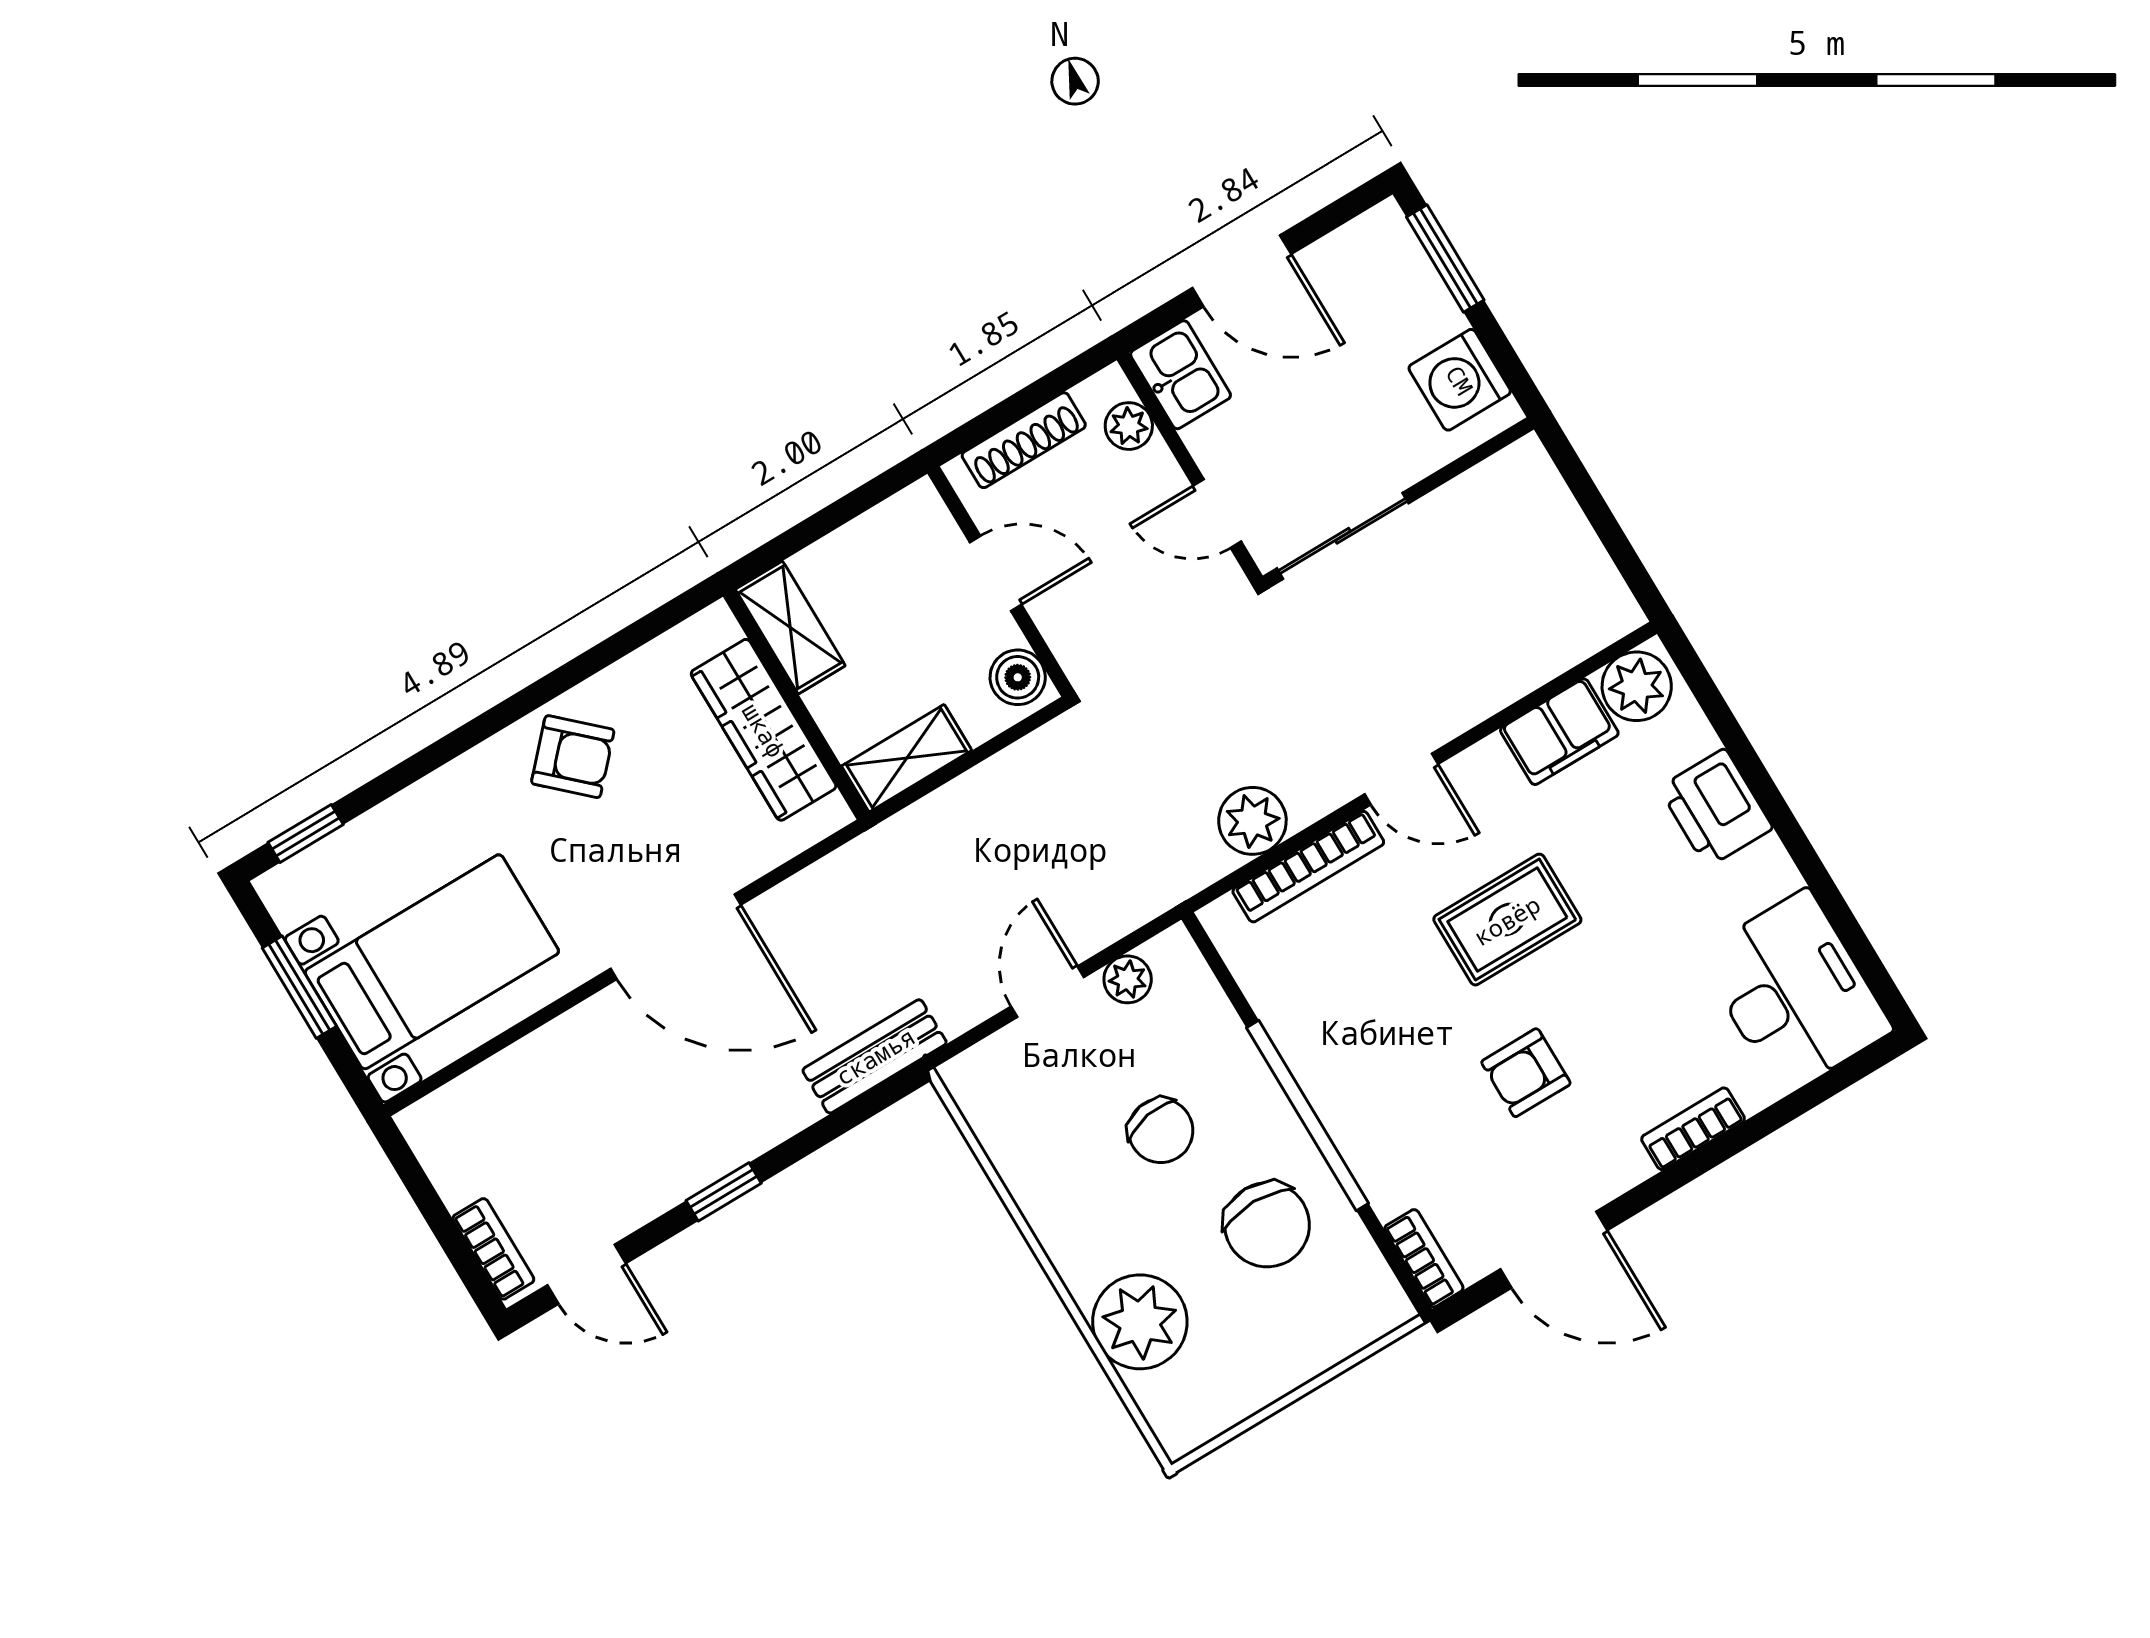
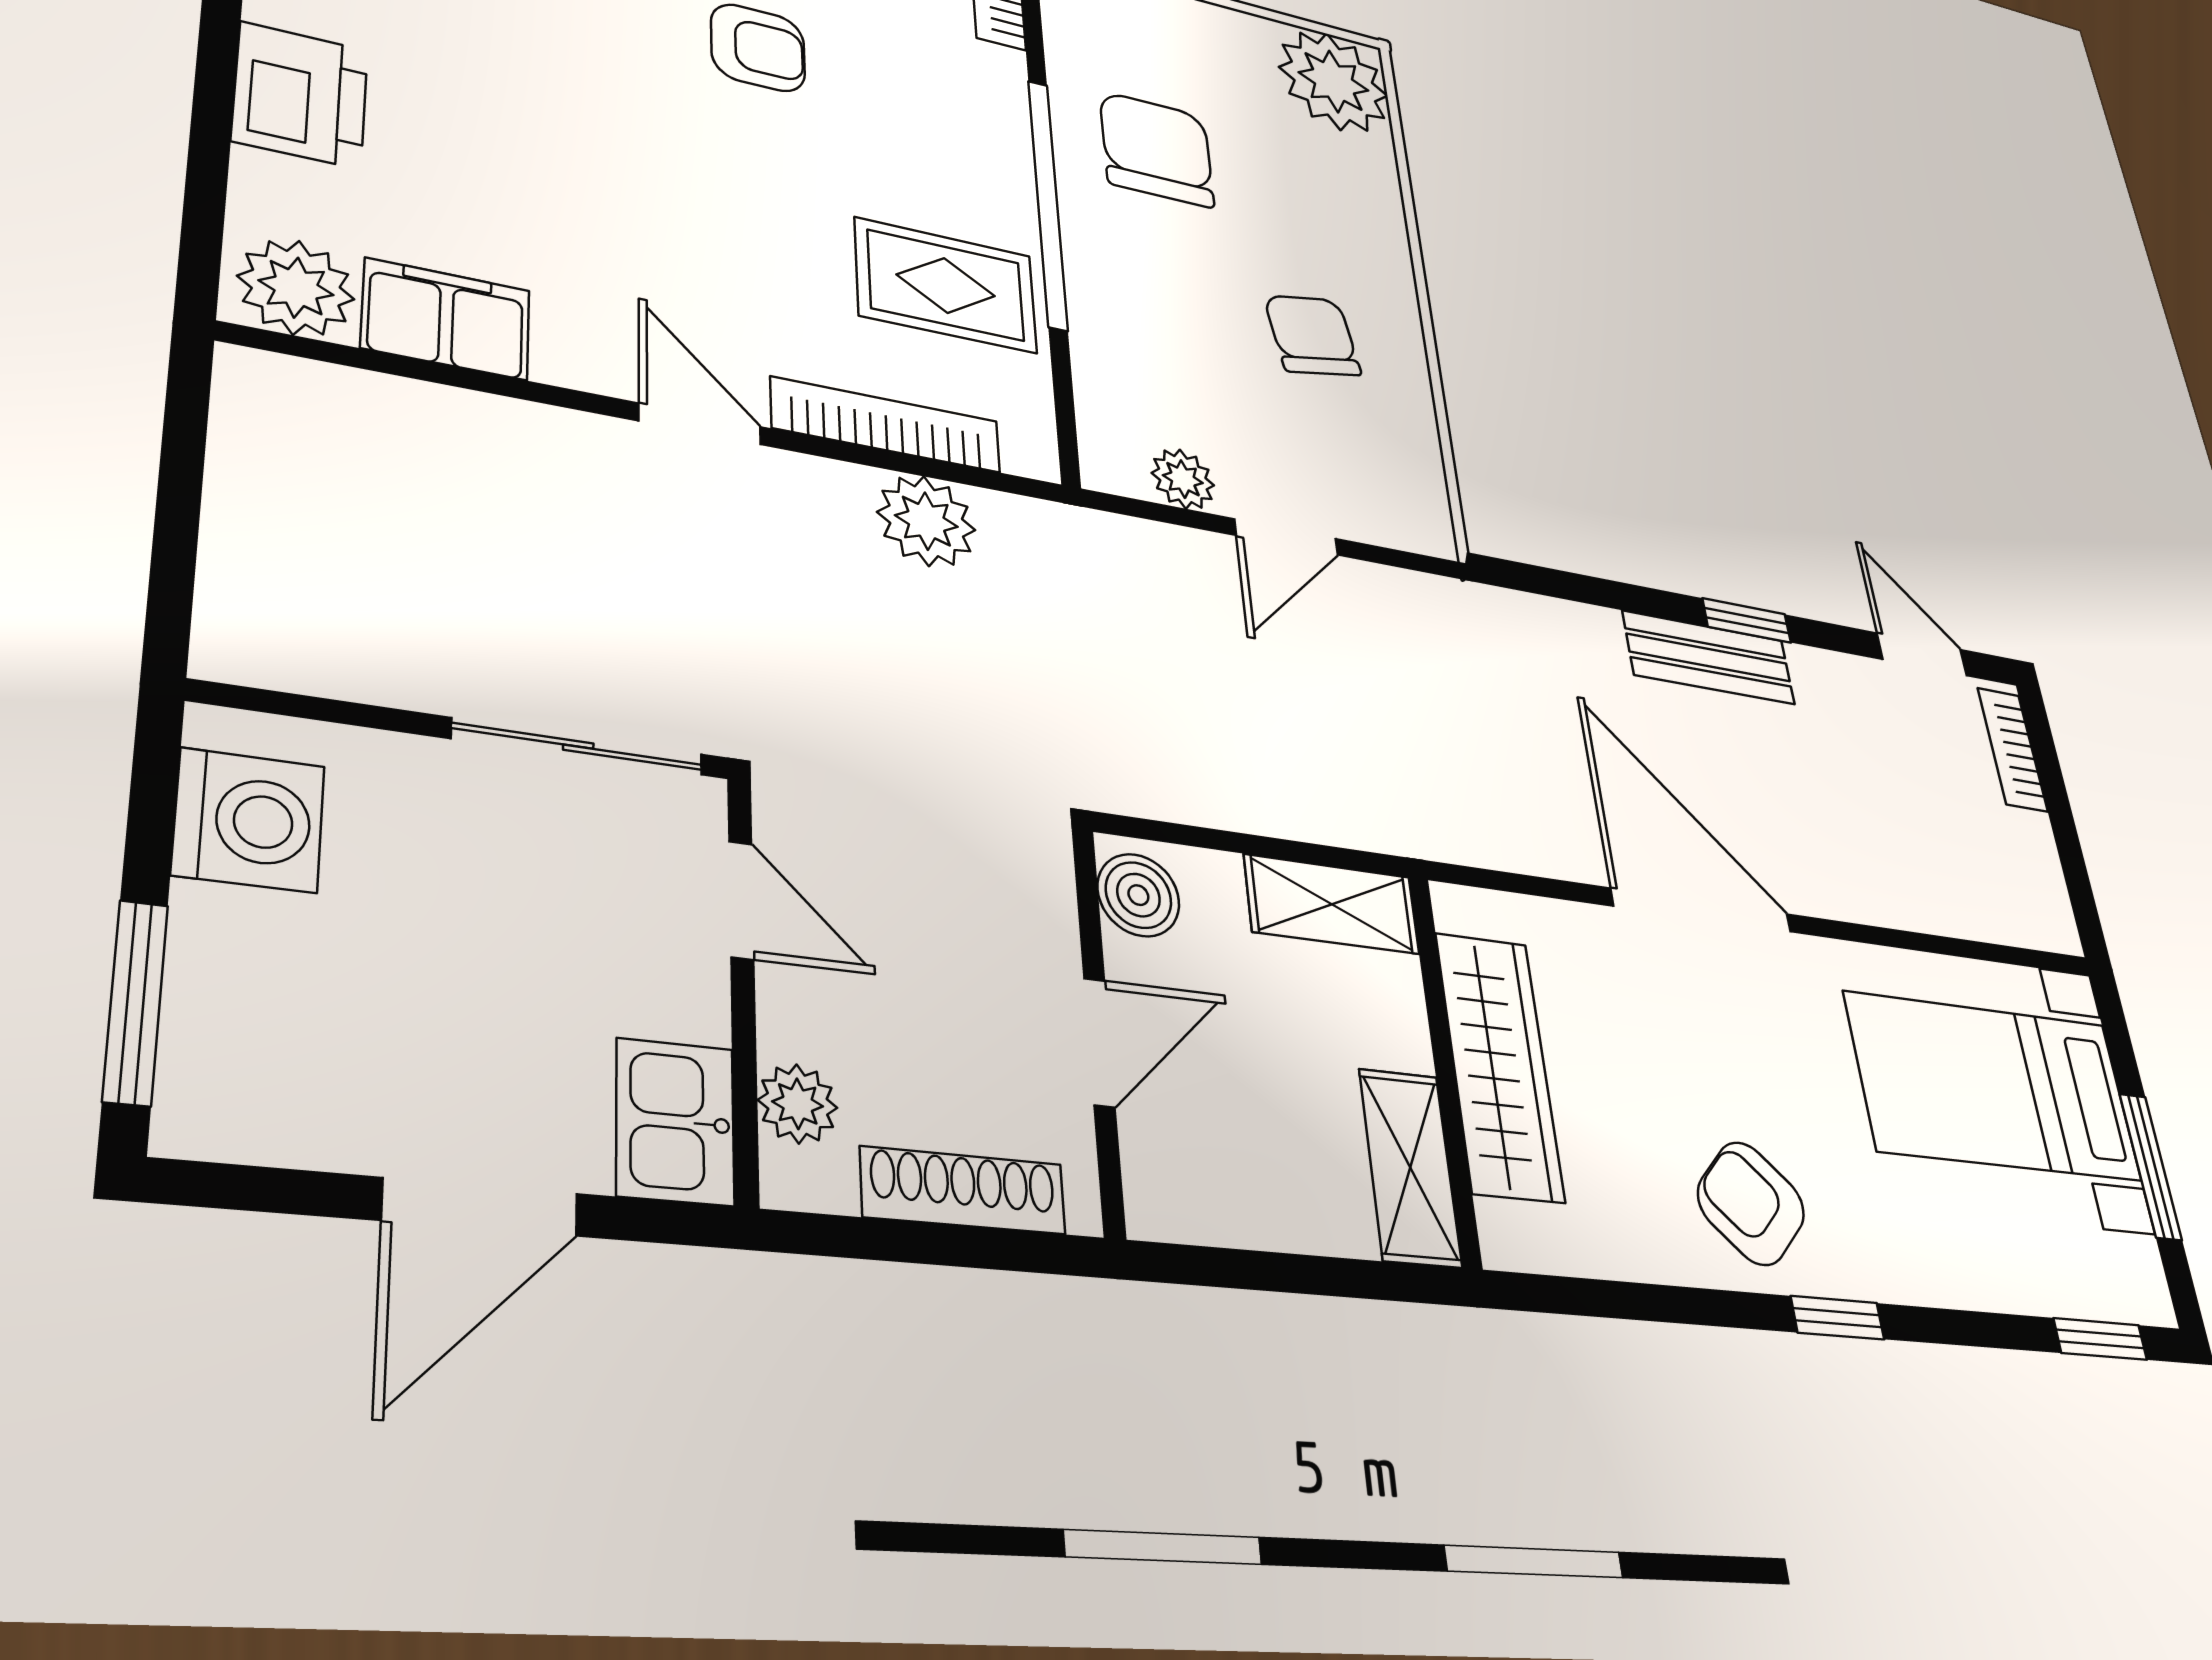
door: (1242, 271) -> (480, 1207), swing flipped
door: (996, 573) -> (1099, 1042), swing flipped
window: (492, 722) -> (1838, 1318), added
rug: (1507, 920) -> (946, 285), moved
bench: (875, 1056) -> (1709, 658), moved
chair: (1161, 1131) -> (1312, 335), moved
plant: (1140, 1322) -> (1334, 82), moved

